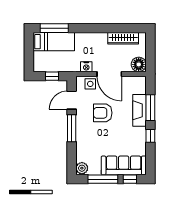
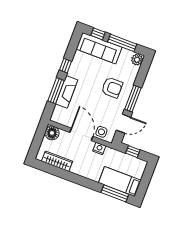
armchair: (103, 113) -> (112, 88), moved

